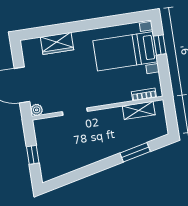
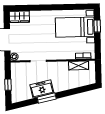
wardrobe: (57, 43) -> (19, 17), moved
window: (135, 152) -> (47, 98), moved
freezer: (86, 154) -> (42, 89), added

